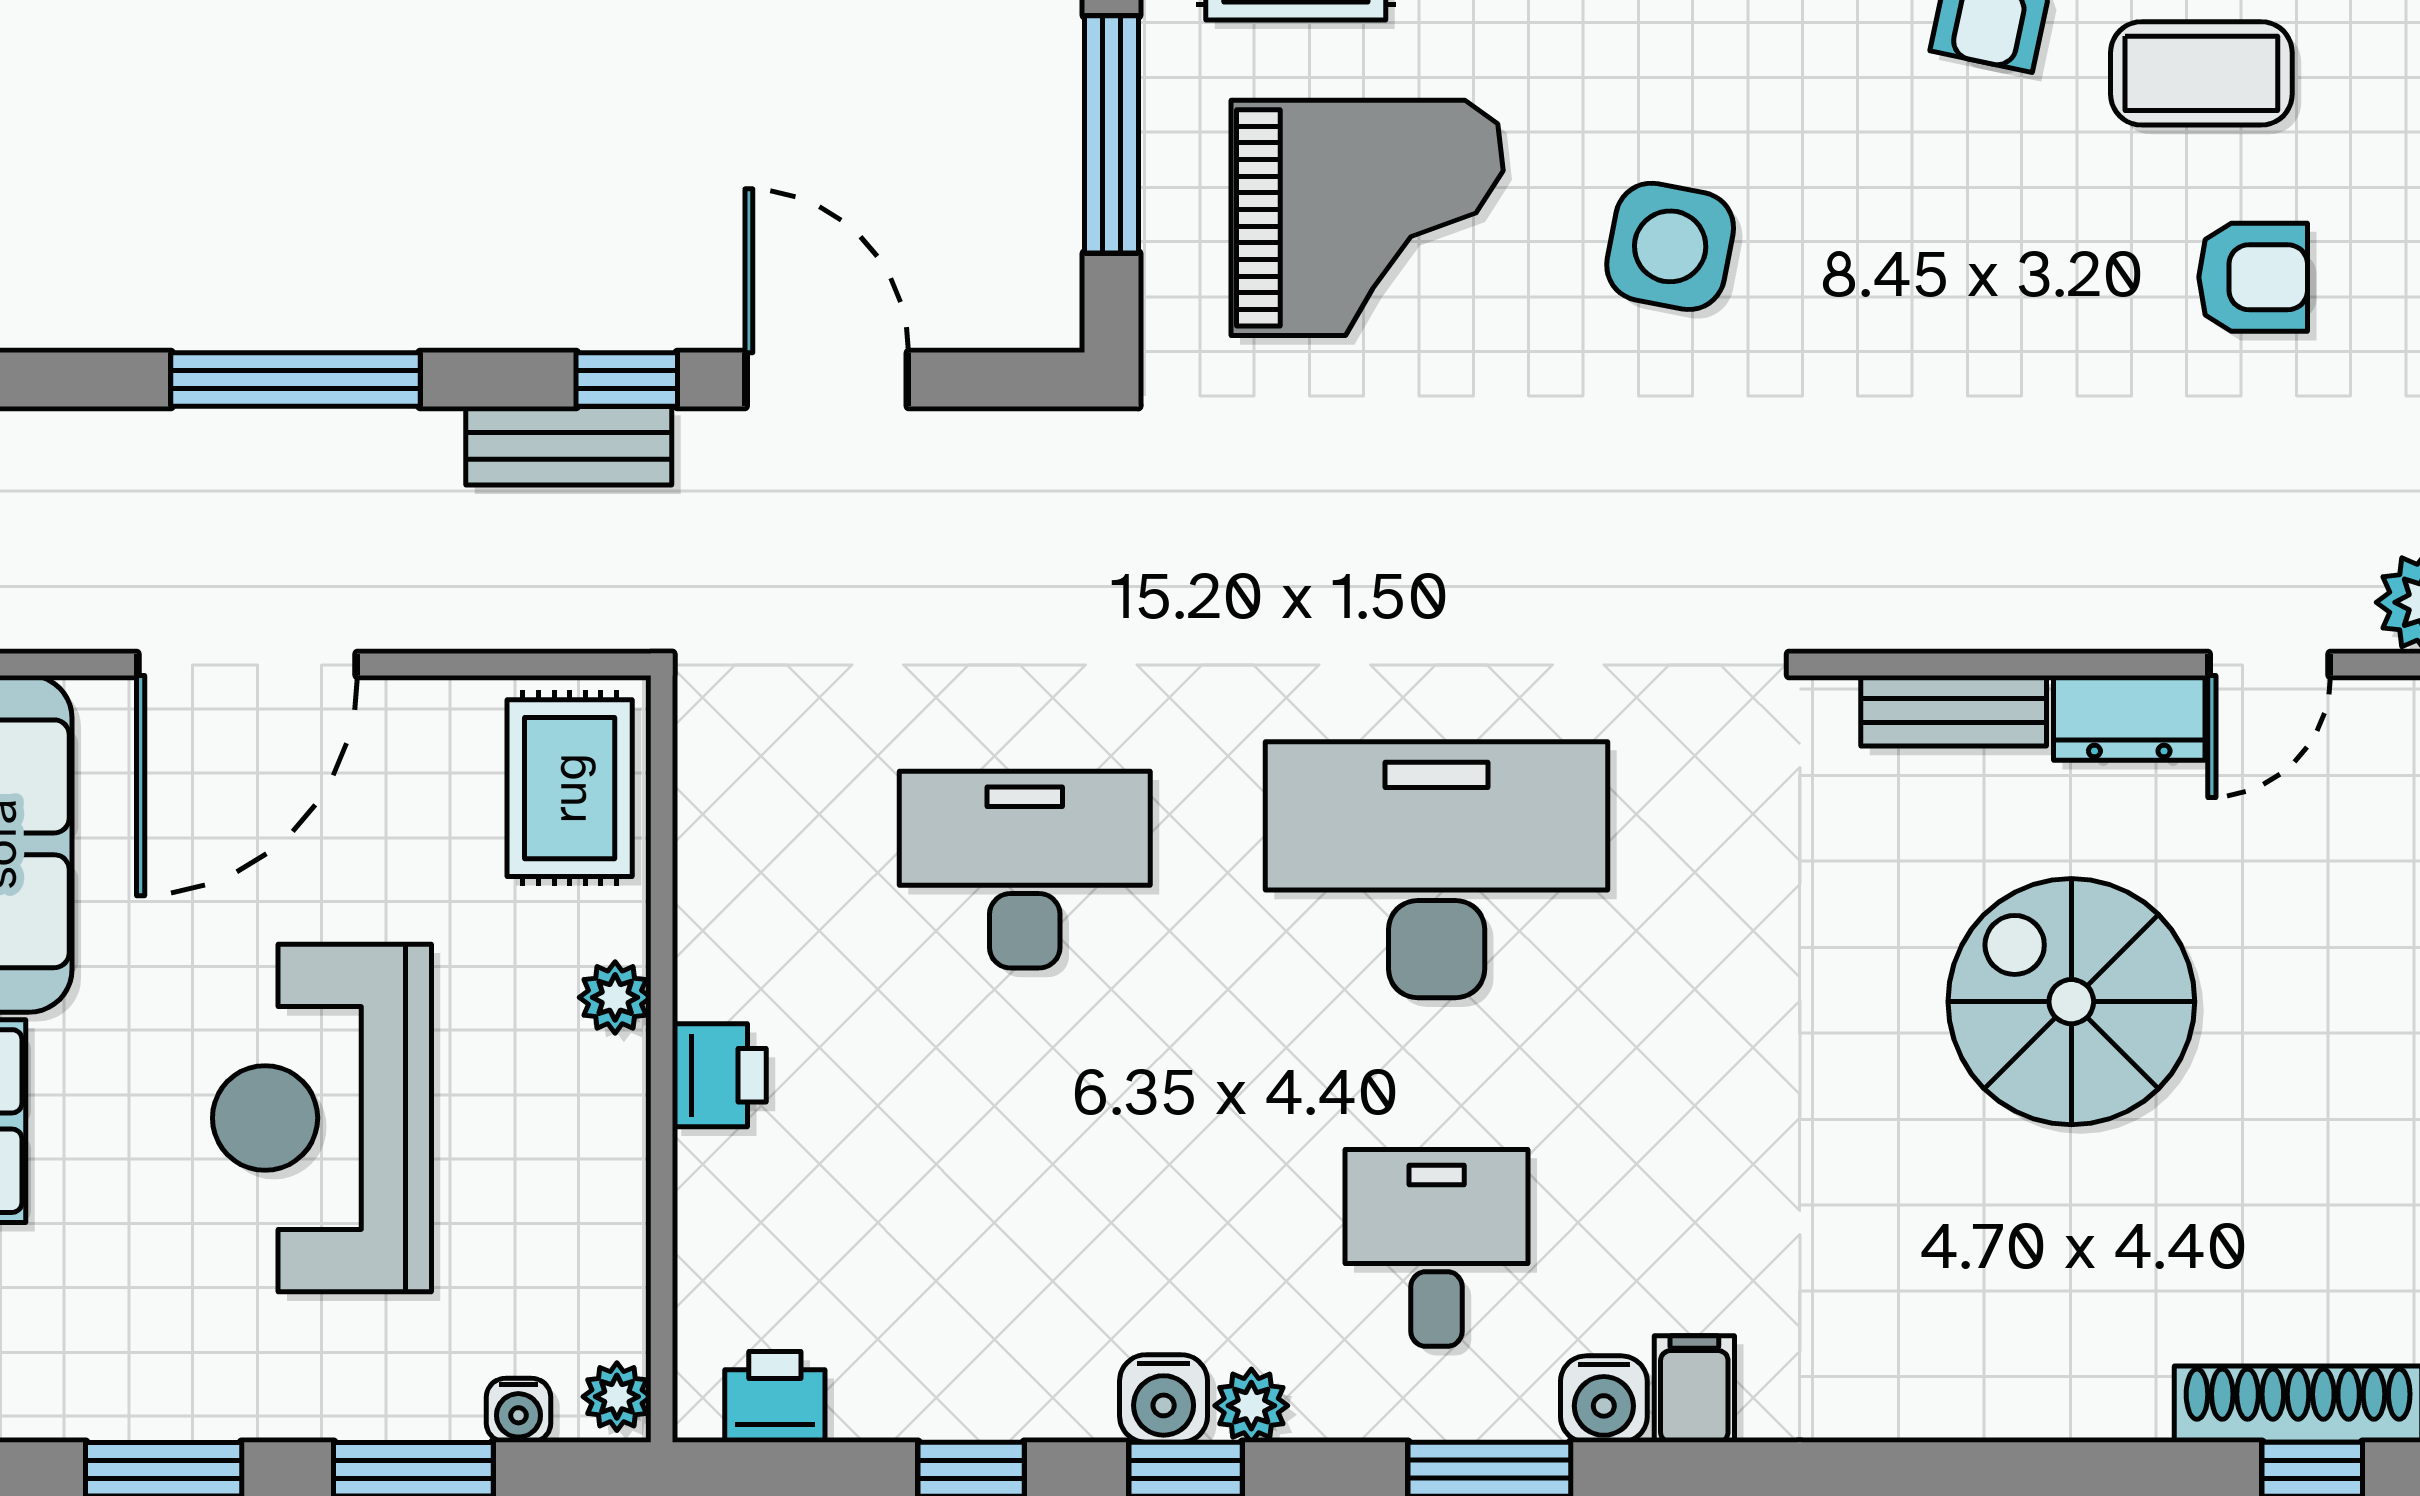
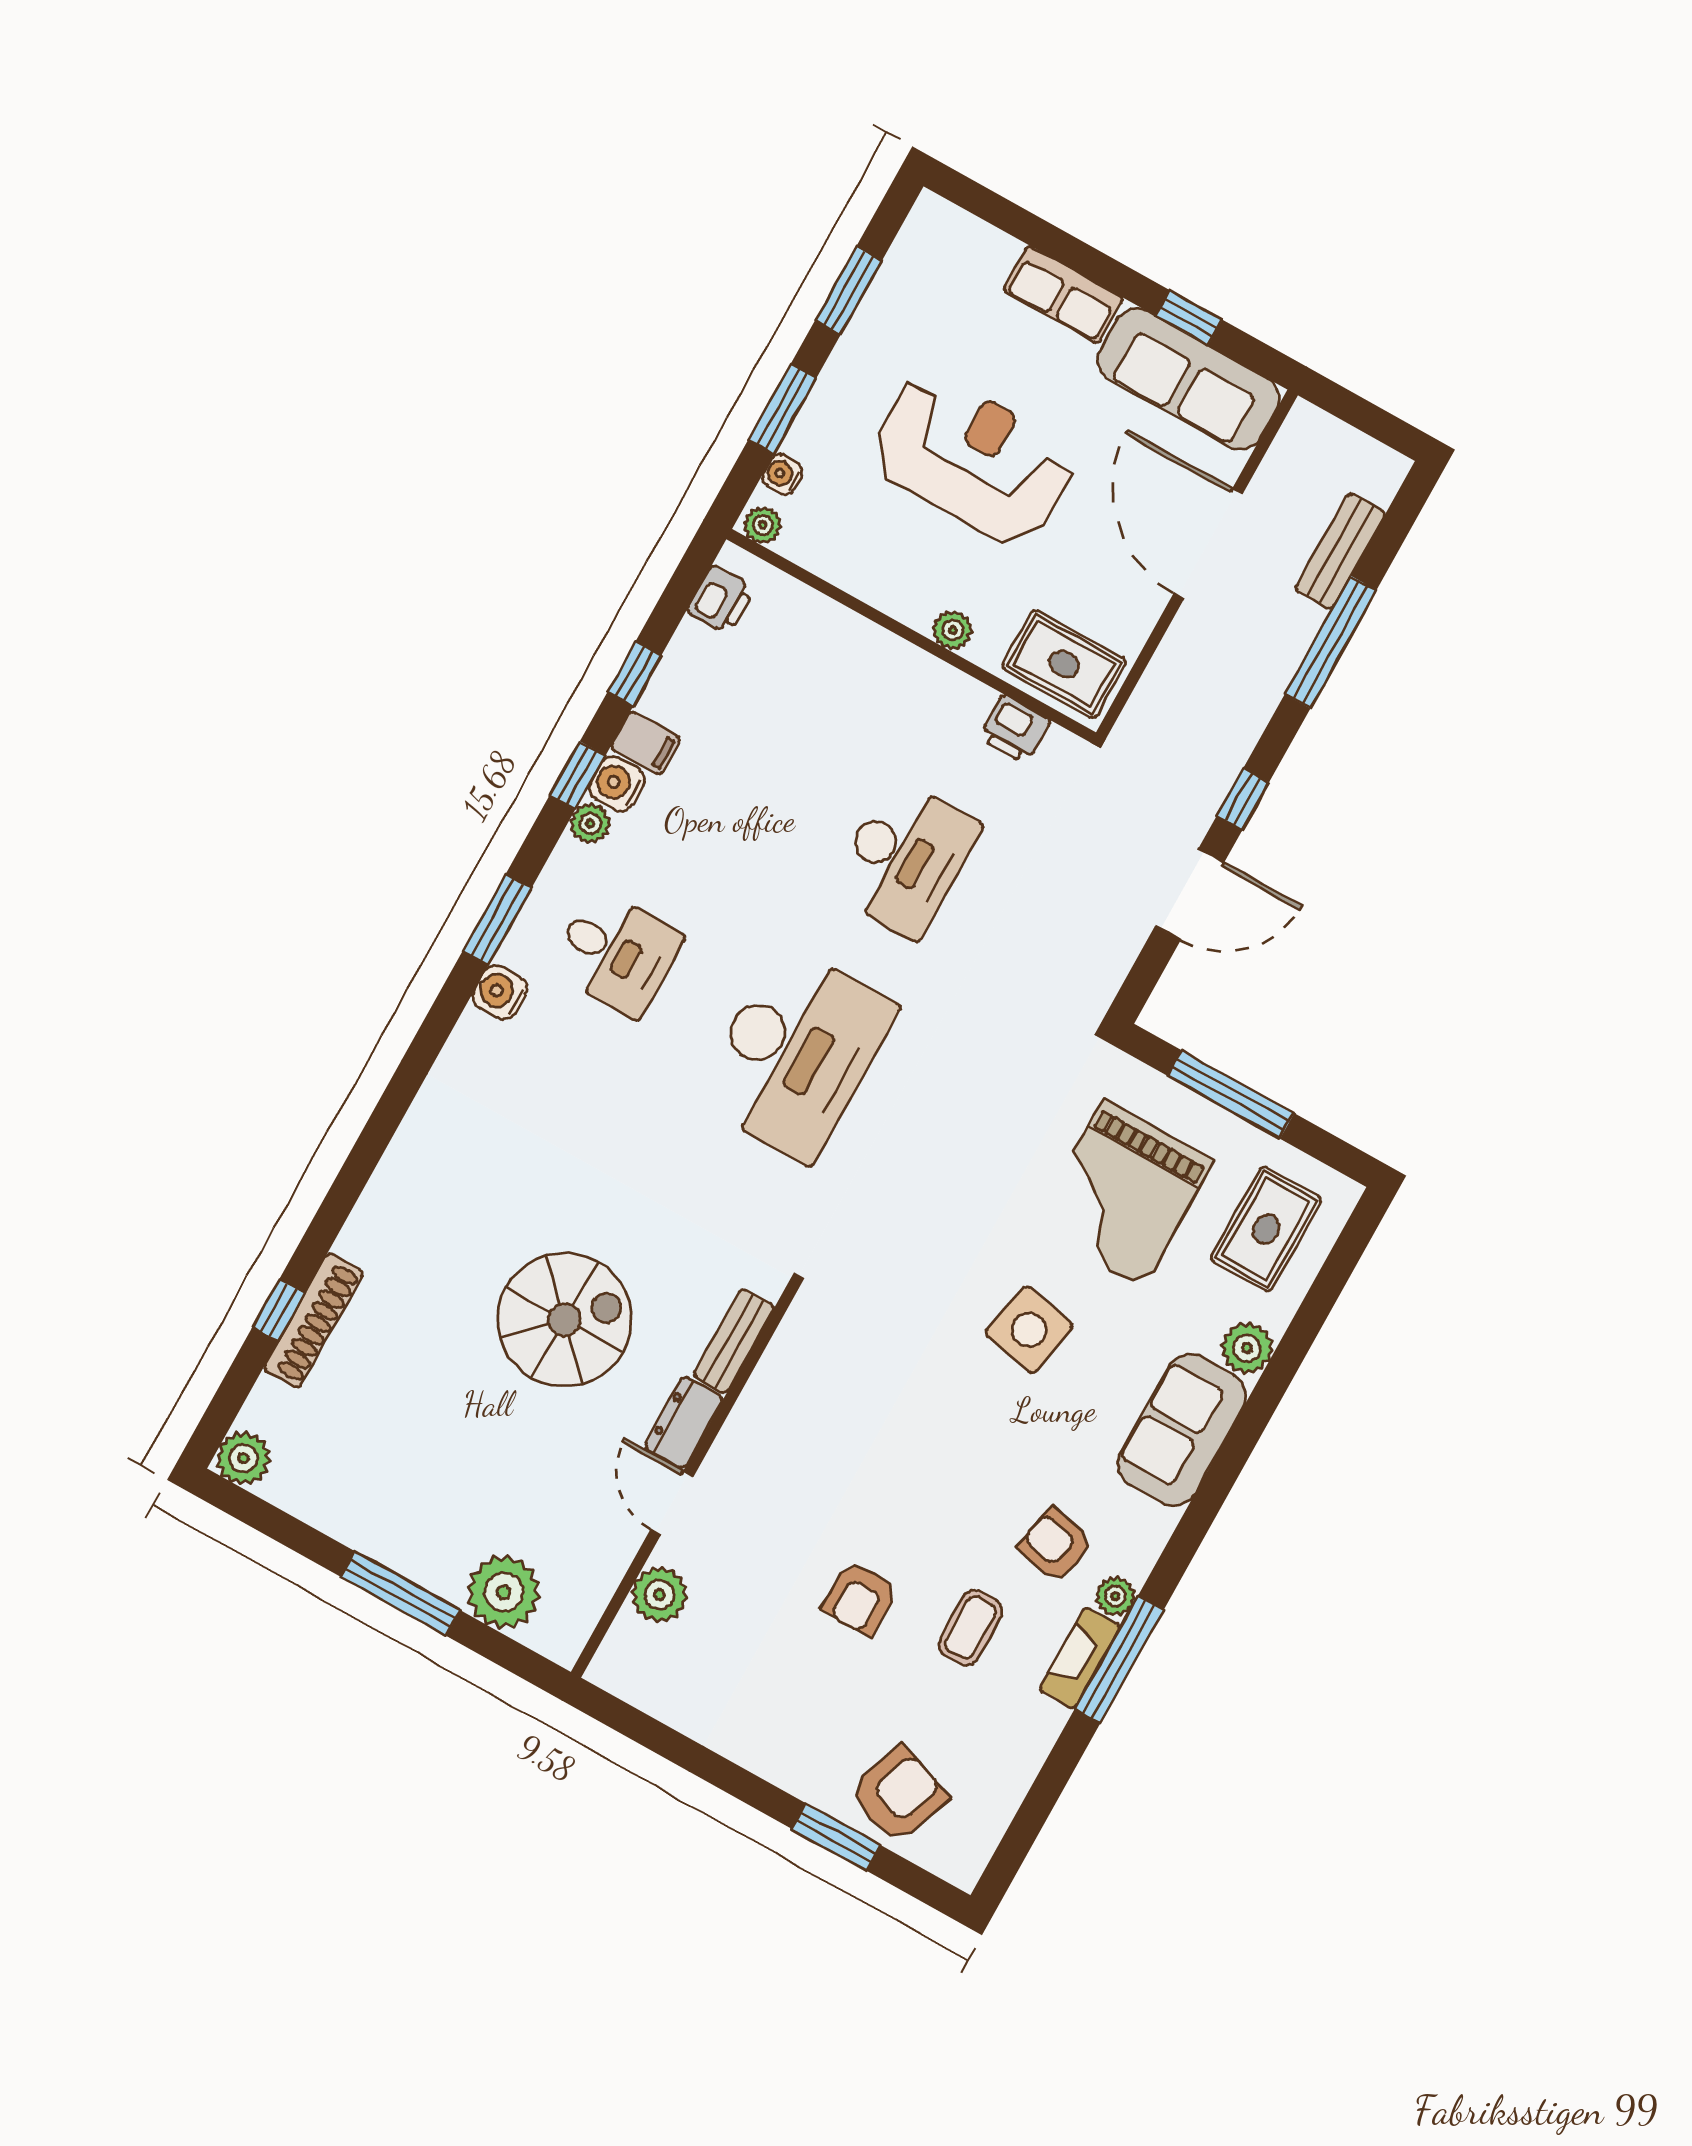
coffee table: (2201, 73) -> (970, 1628), width x0.73, depth x0.77
bench: (569, 446) -> (1340, 551), moved
printer: (719, 1075) -> (1014, 729), moved
filing cabinet: (1694, 1389) -> (646, 743), moved

